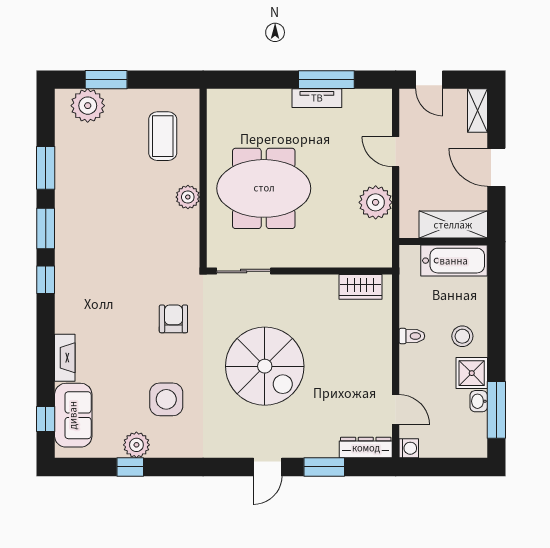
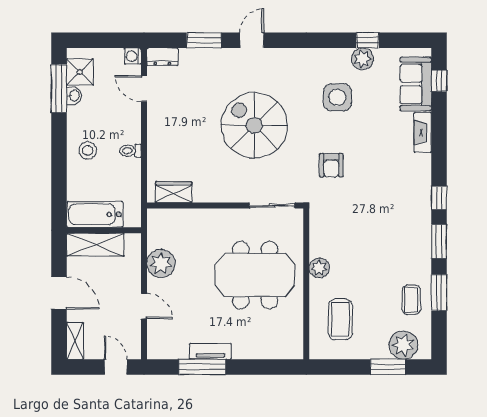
coffee table: (79, 159) -> (411, 300), added
shower: (472, 373) -> (80, 72), moved
dresser: (366, 448) -> (162, 57), width x0.70

